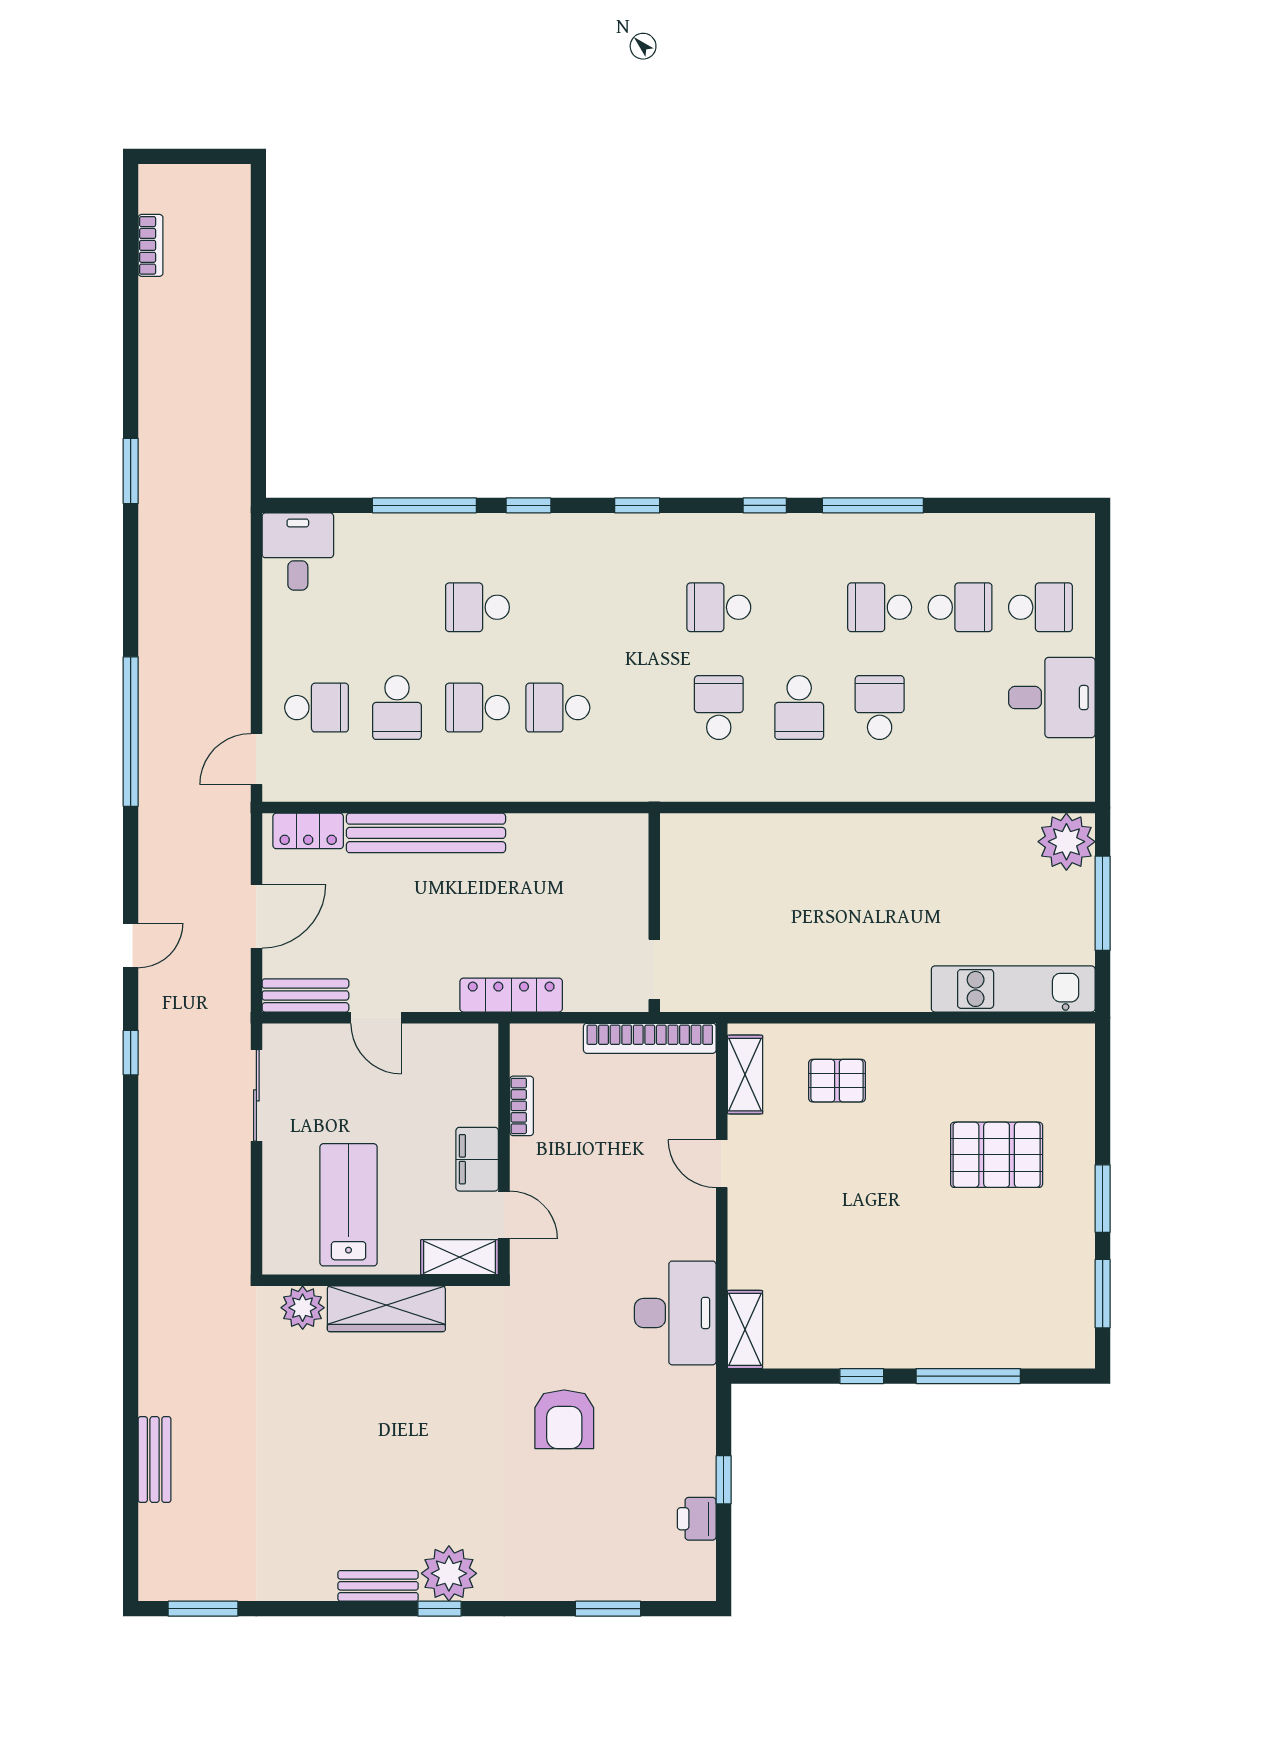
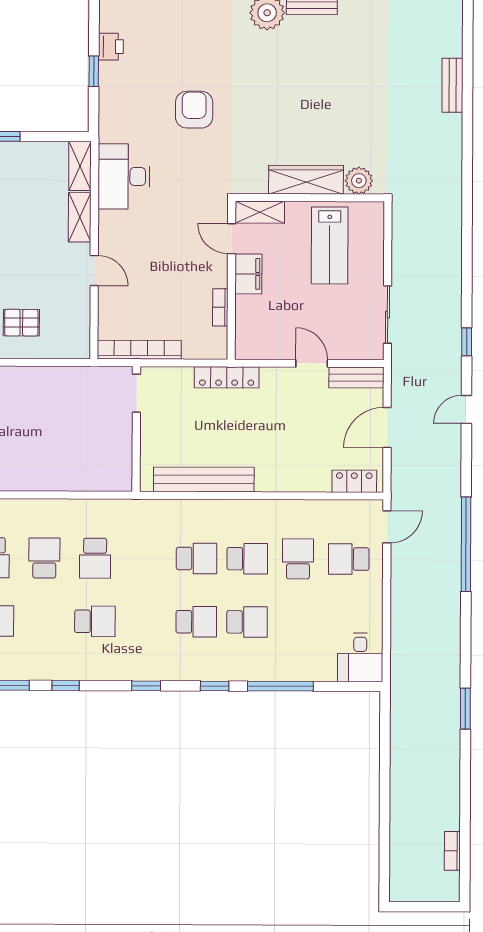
school desk: (558, 607) -> (196, 622), added
bench: (426, 833) -> (204, 479), moved
shelving: (745, 1075) -> (80, 217), moved

